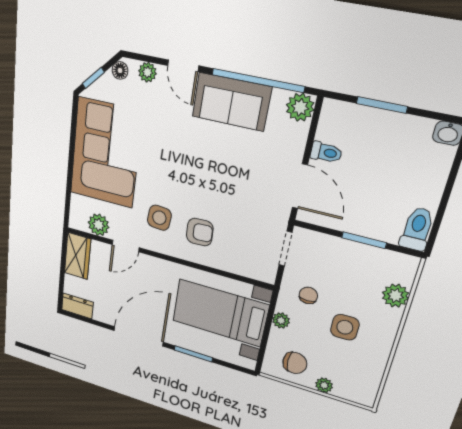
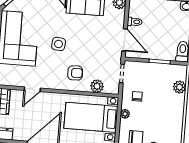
side table: (159, 218) -> (59, 44), moved
plant: (99, 225) -> (97, 86), moved
side table: (345, 327) -> (158, 110), removed

